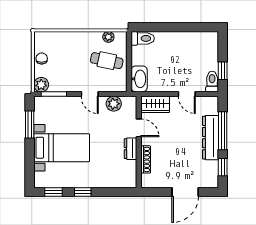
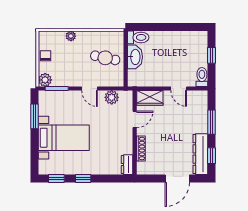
plant: (108, 37) -> (71, 36), moved
window: (223, 71) -> (212, 55), moved
washbasin: (139, 79) -> (135, 57), moved
door: (139, 128) -> (135, 119), hinge flipped
window: (223, 131) -> (212, 122), width x0.69
dresser: (210, 138) -> (200, 154), moved
dresser: (131, 149) -> (127, 165), moved

